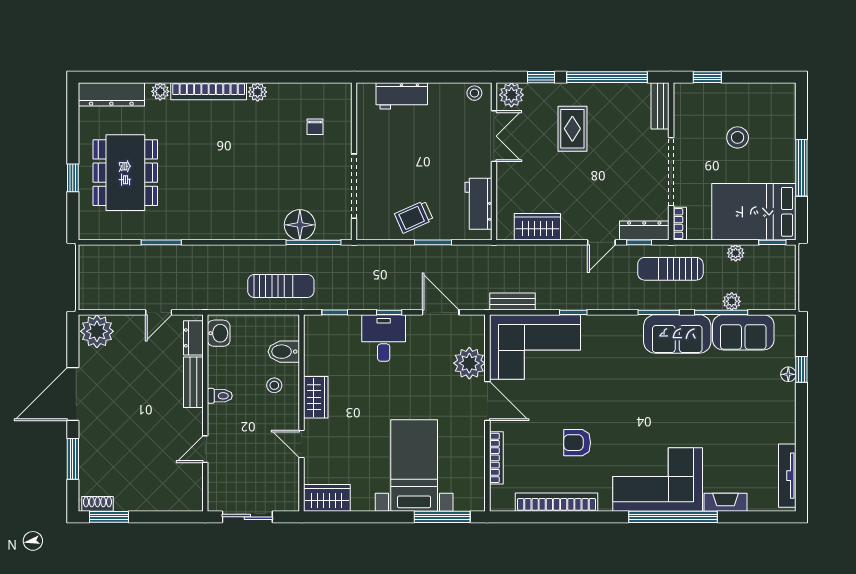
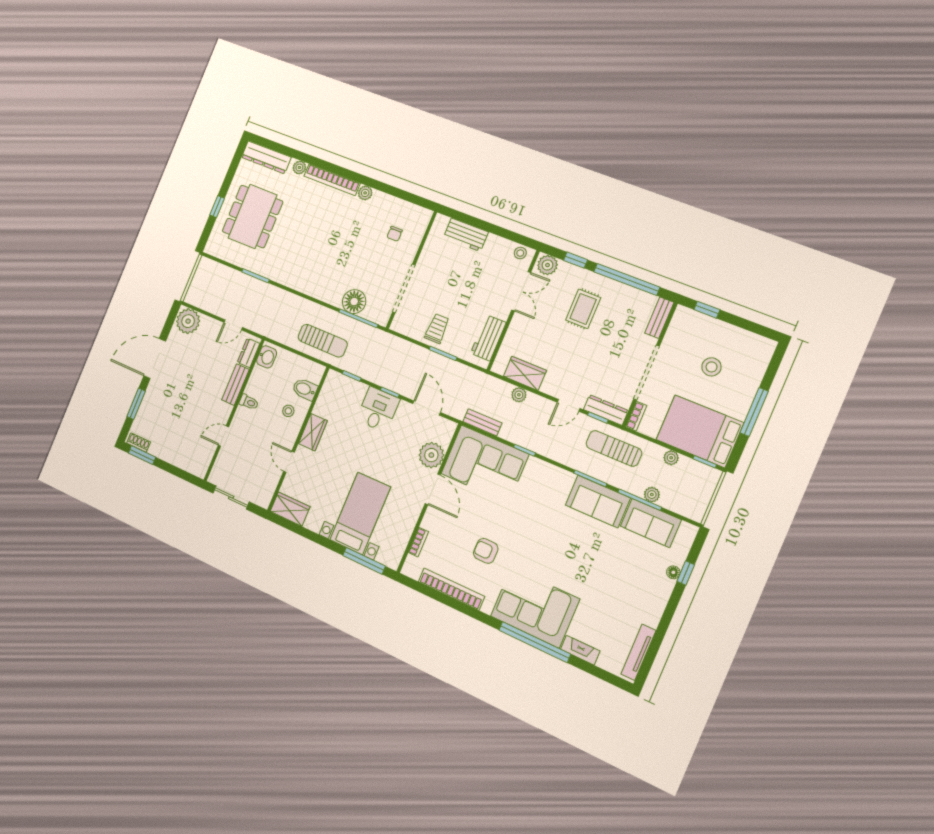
trolley: (414, 217) -> (437, 329), turned 114
plant: (541, 254) -> (519, 395), added
bookcase: (496, 458) -> (418, 542), width x0.64

